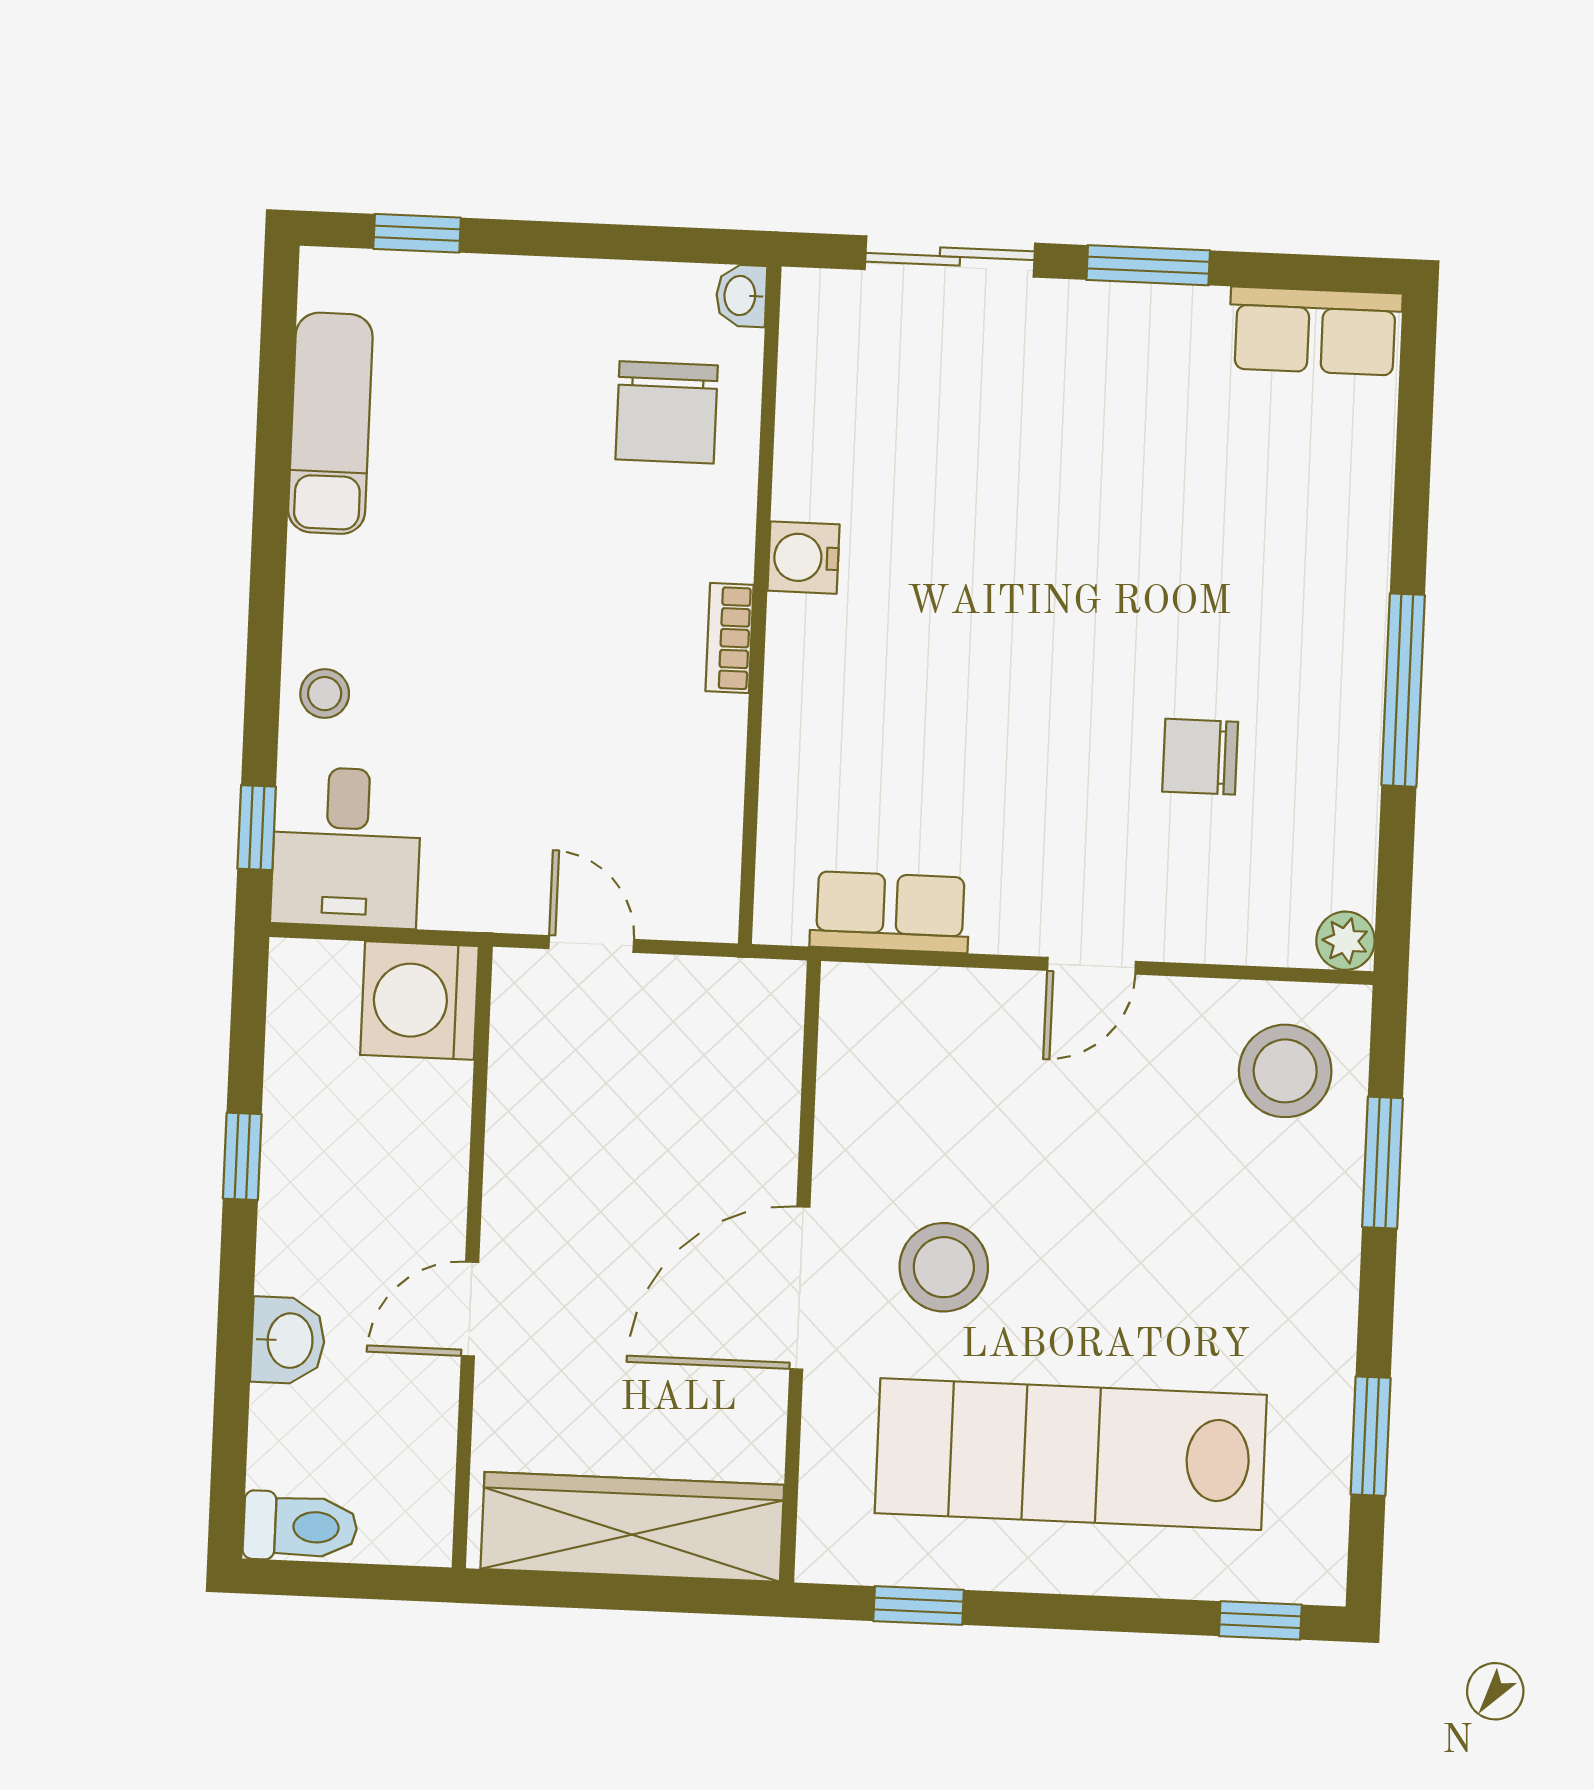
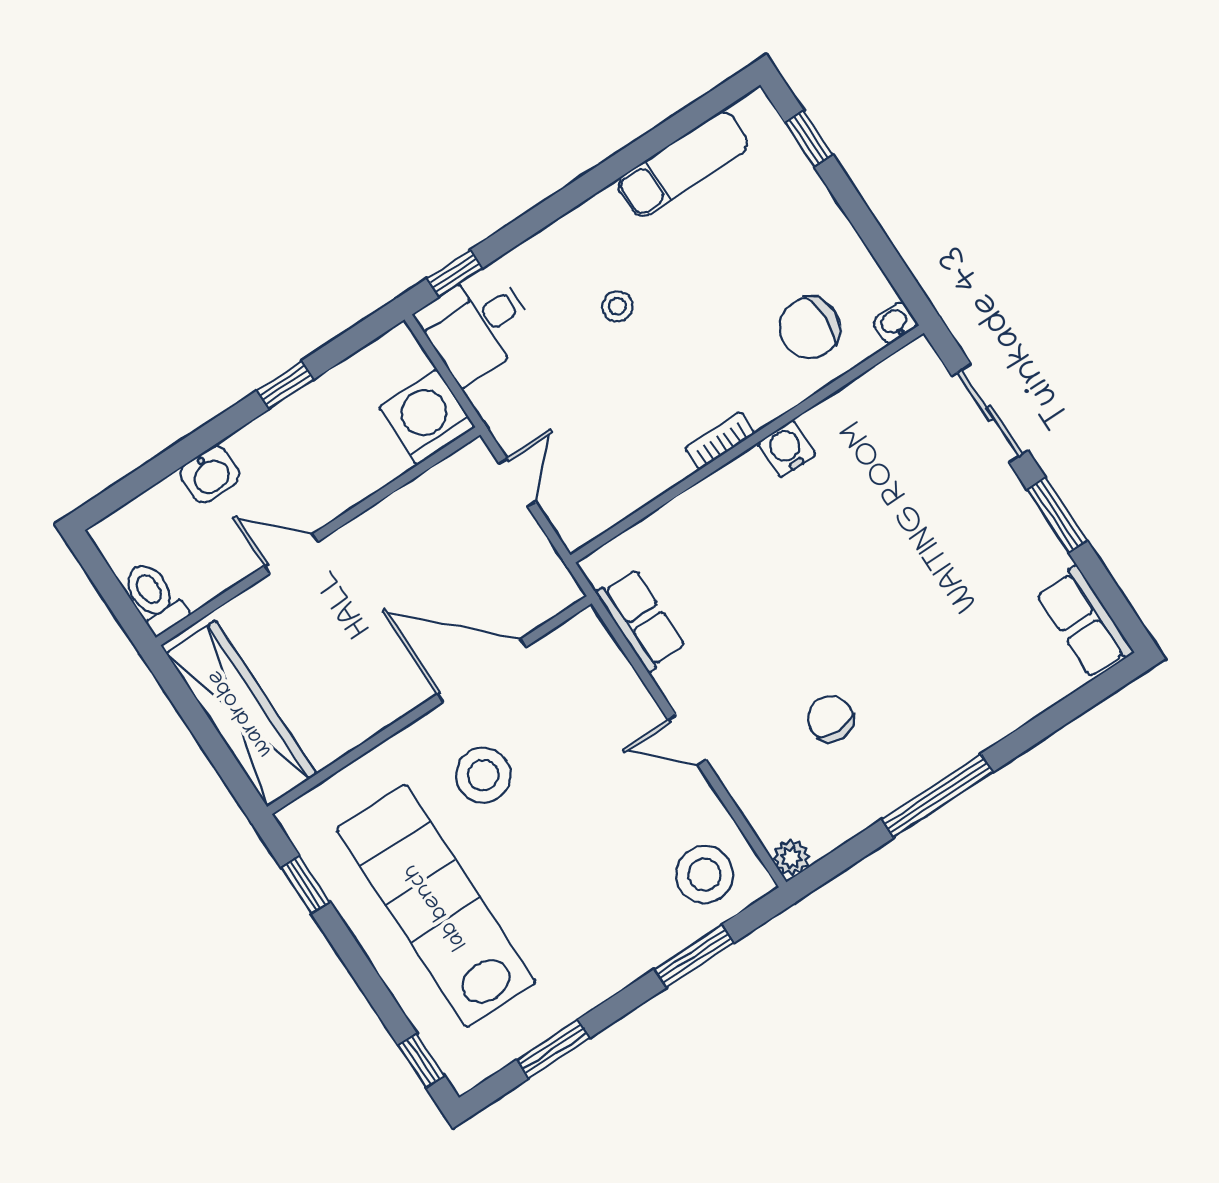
stool: (325, 694) -> (617, 306), moved
door: (800, 1288) -> (482, 671), moved
toilet: (300, 1527) -> (154, 597), moved, turned 180

